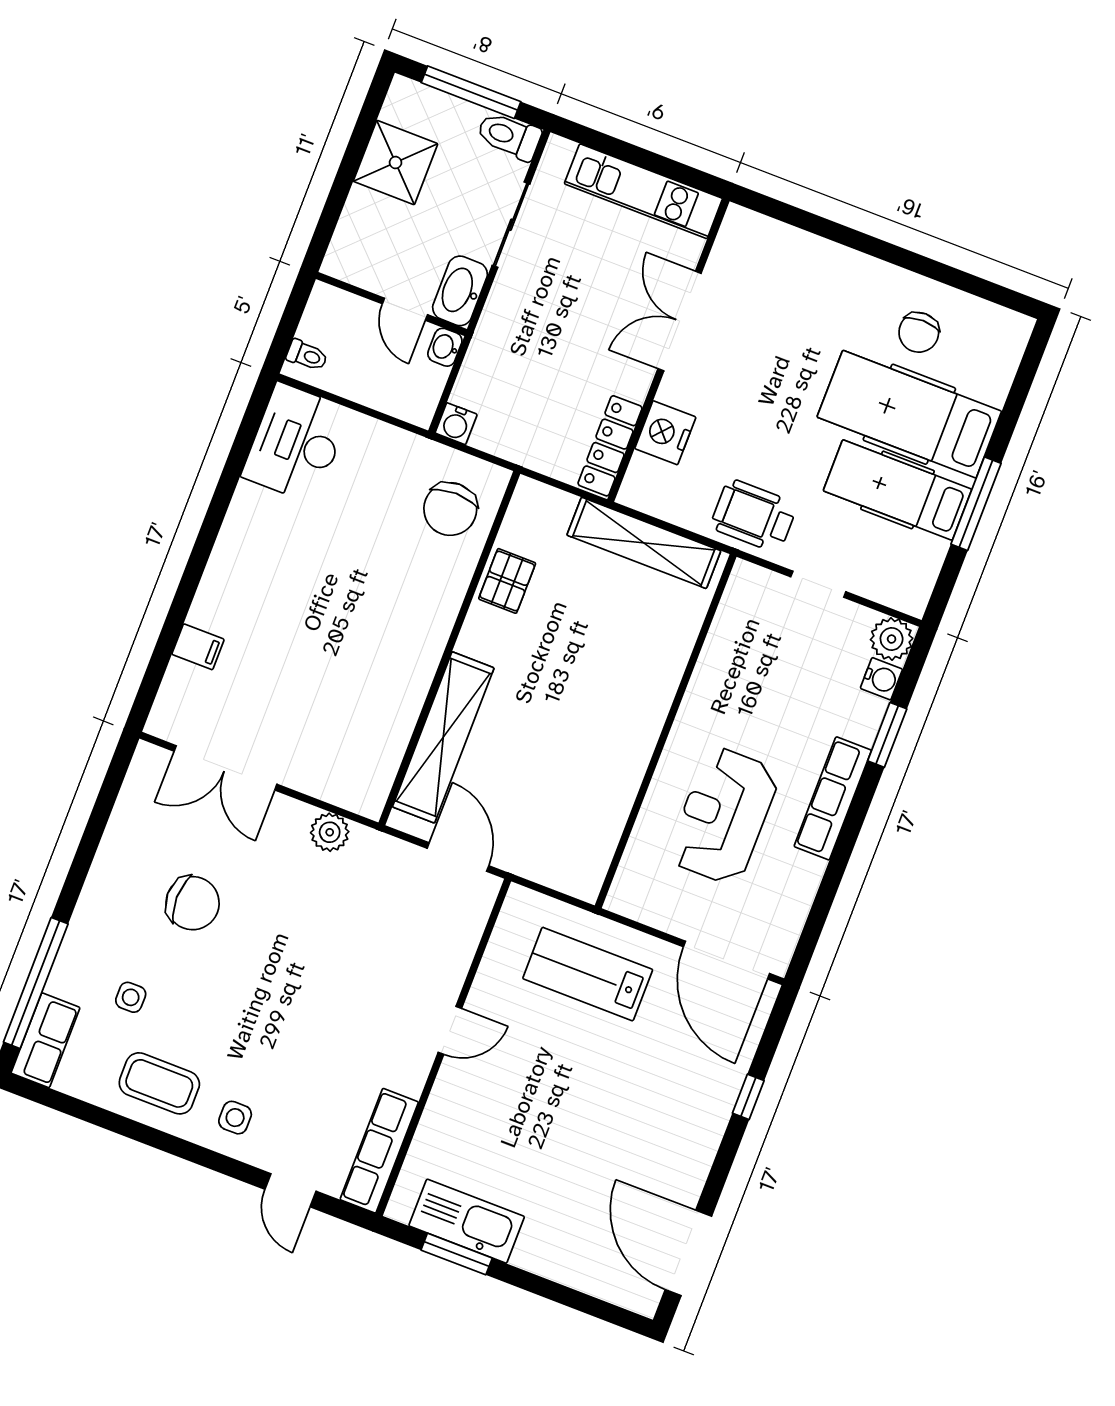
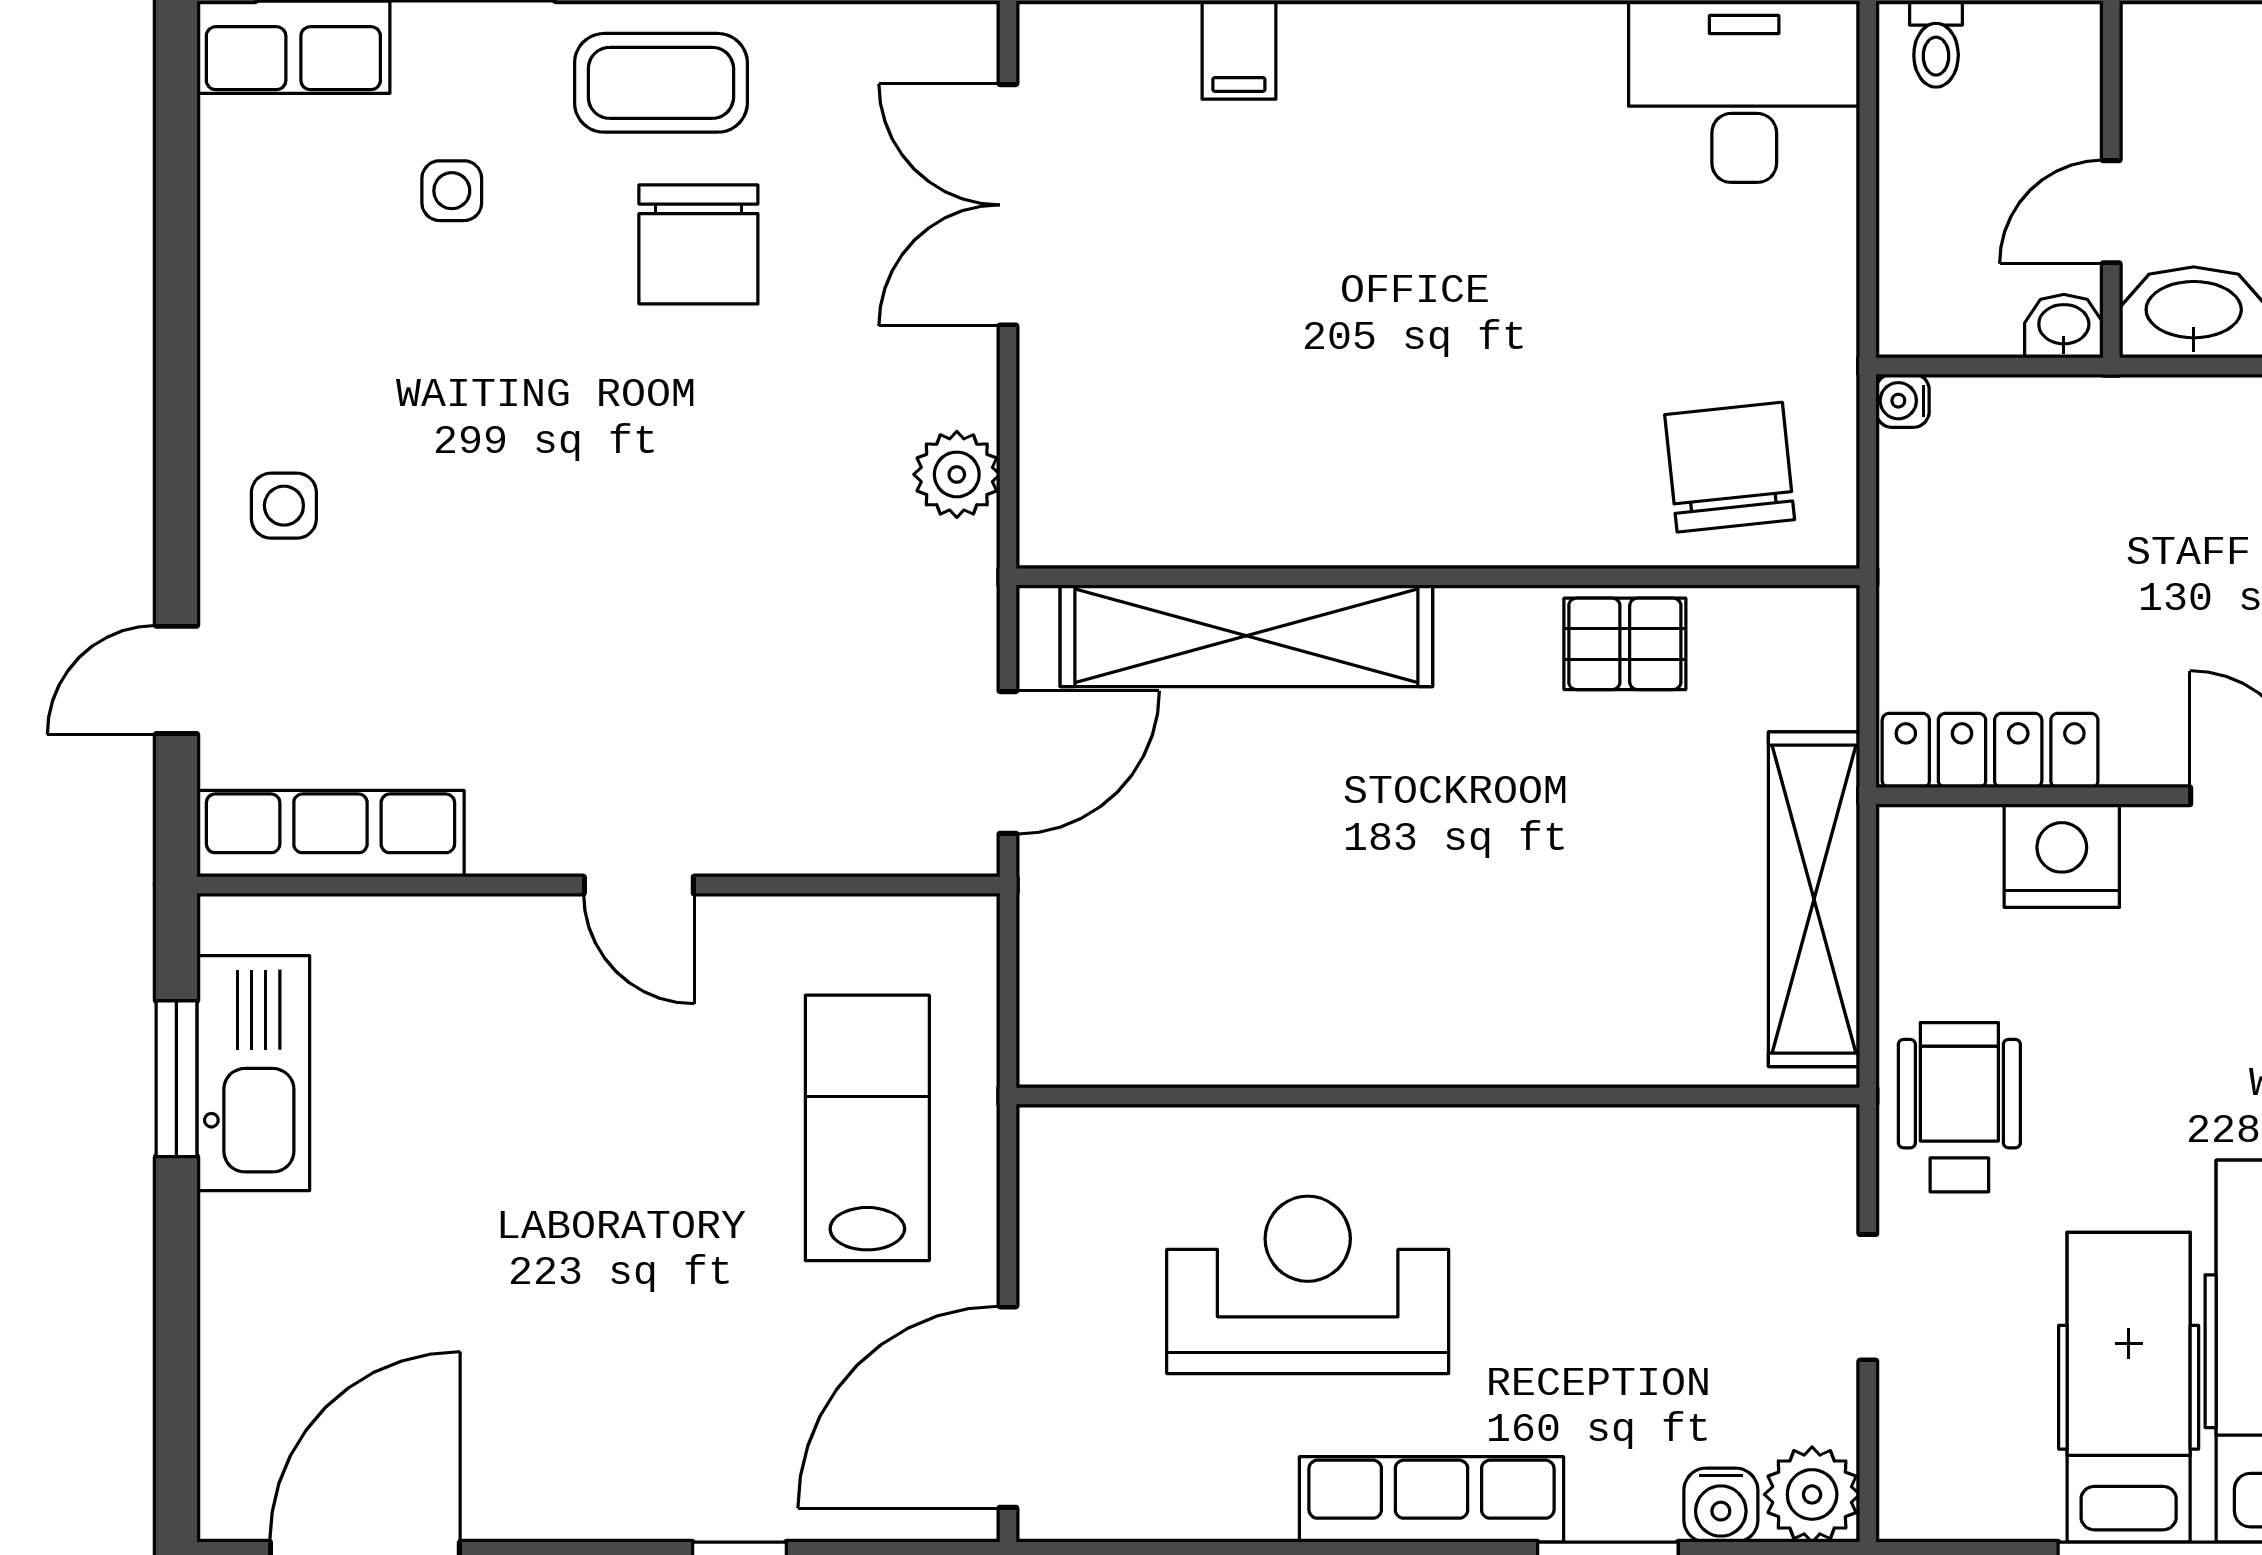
water cooler: (456, 424) -> (1903, 401), width x0.72, depth x0.72
chair: (450, 509) -> (1730, 467), turned 84
coffee table: (159, 1083) -> (661, 83), moved, turned 90

